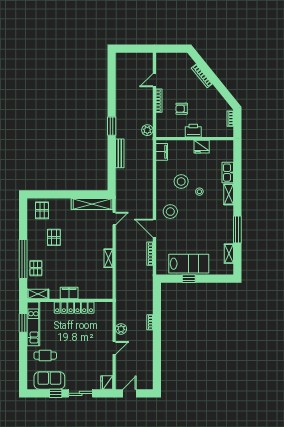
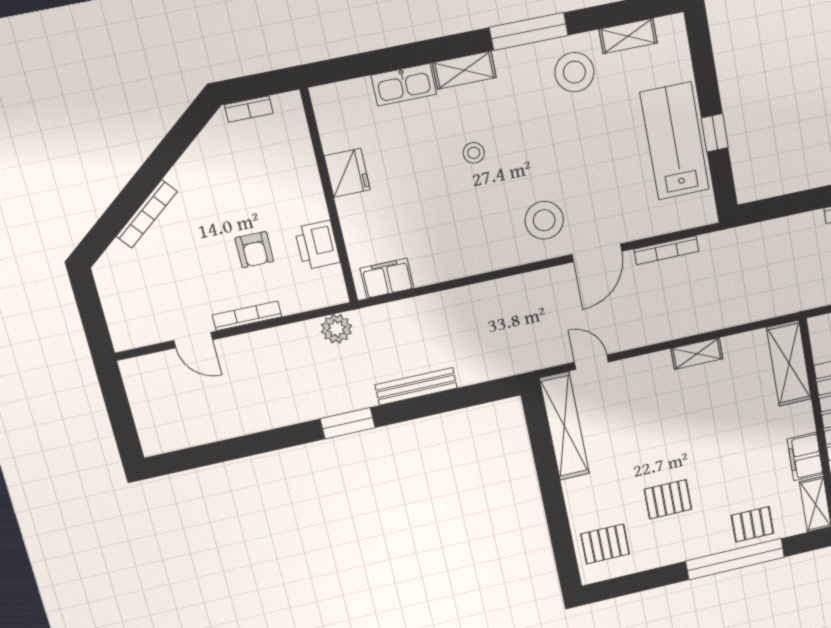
printer: (193, 131) -> (317, 245), moved
stool: (181, 182) -> (574, 72), moved
window: (237, 229) -> (529, 31), moved
shelving: (97, 292) -> (789, 363), added
filing cabinet: (69, 293) -> (805, 457), moved

